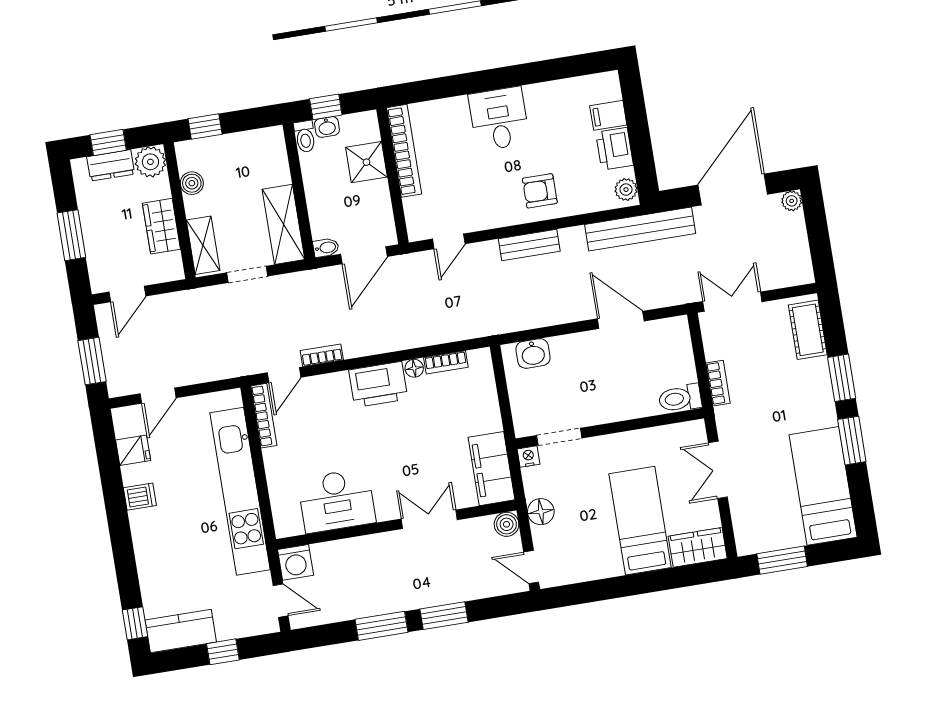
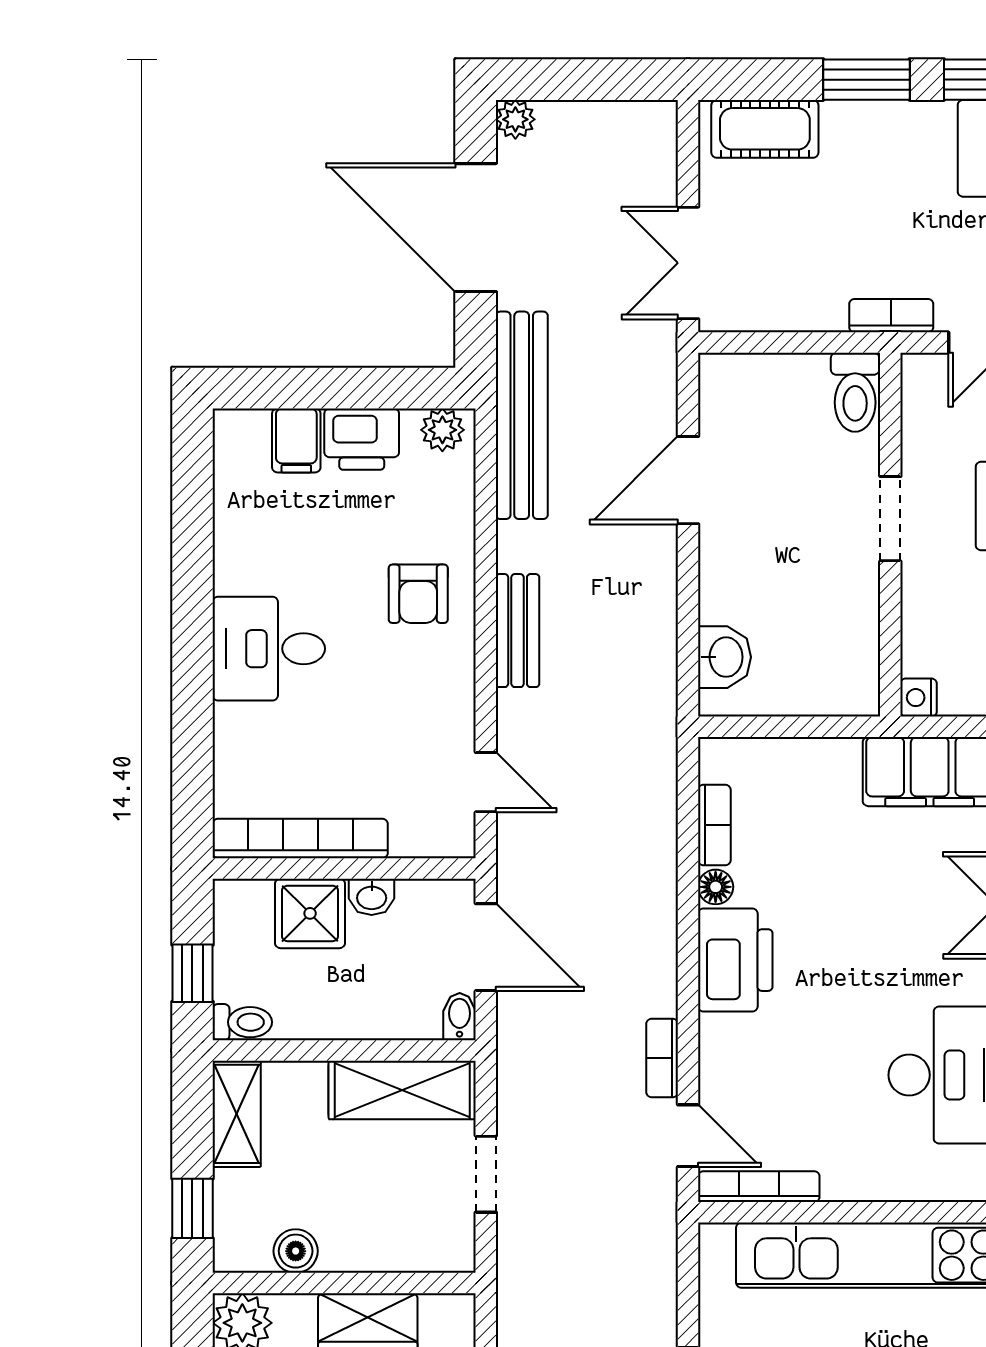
washbasin: (327, 127) -> (372, 897), moved, turned 90
shelving: (203, 245) -> (237, 1114), moved, turned 90
bookcase: (718, 383) -> (891, 316), moved
doorway: (559, 437) -> (890, 519), moved

